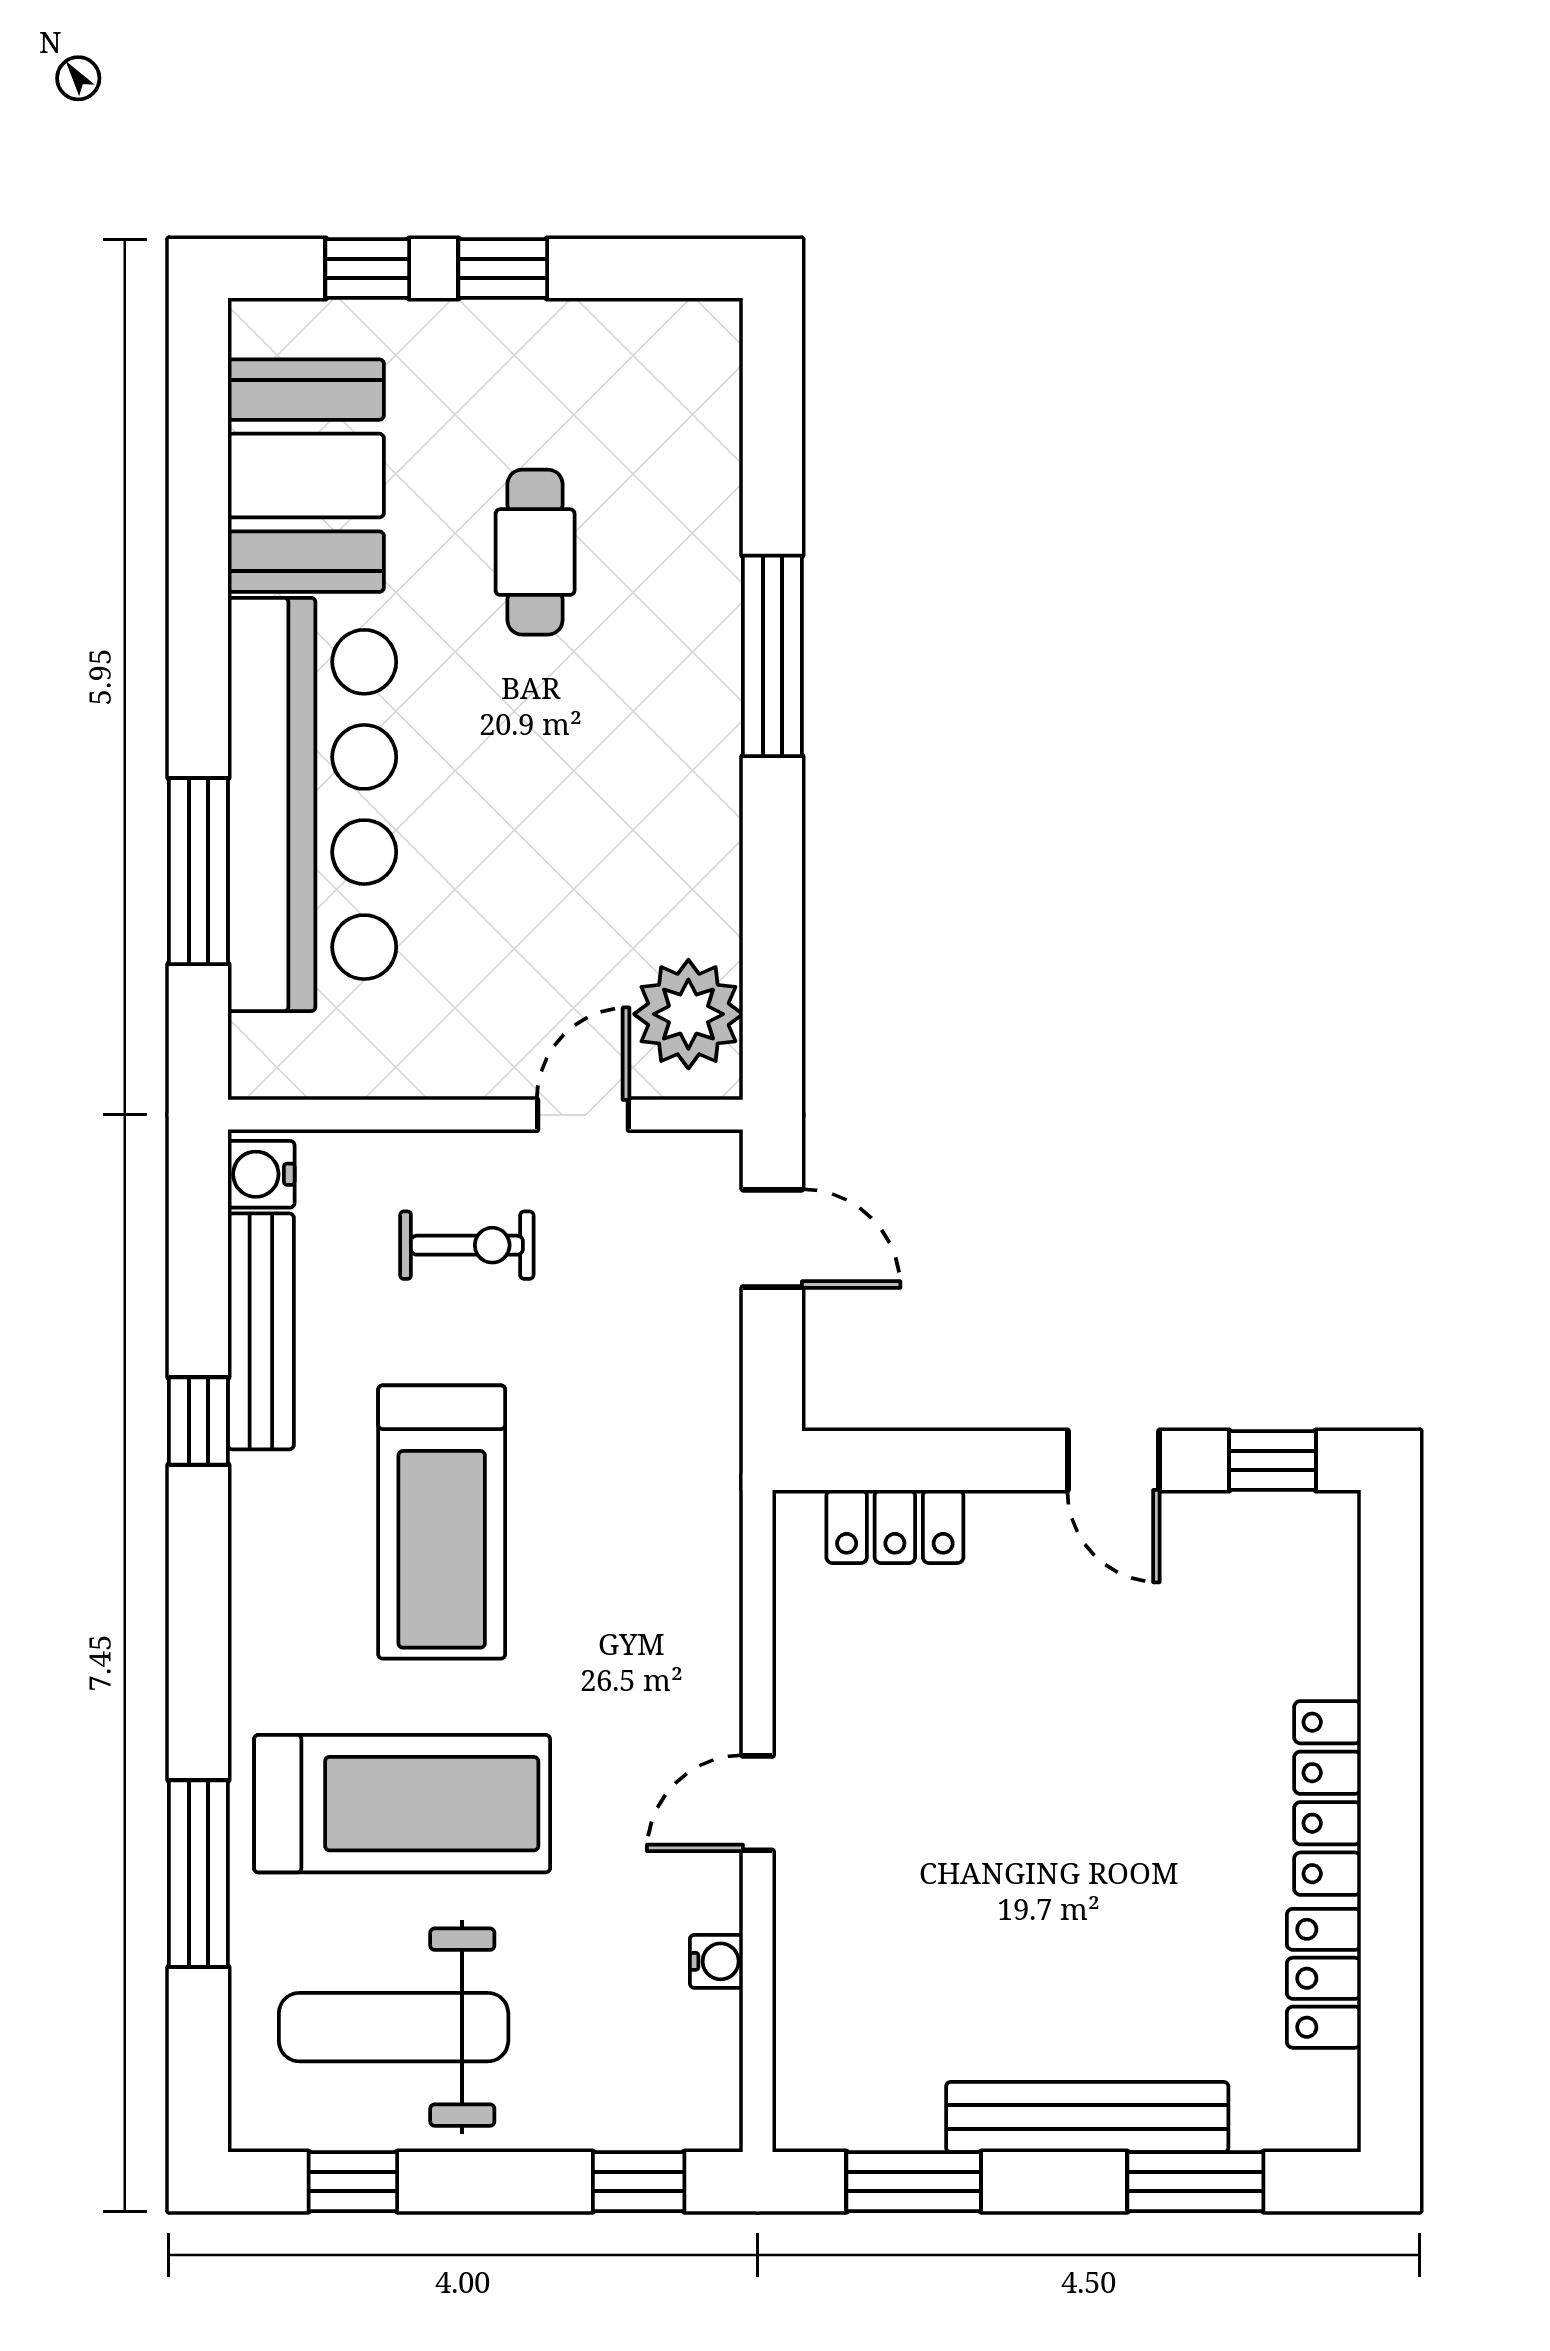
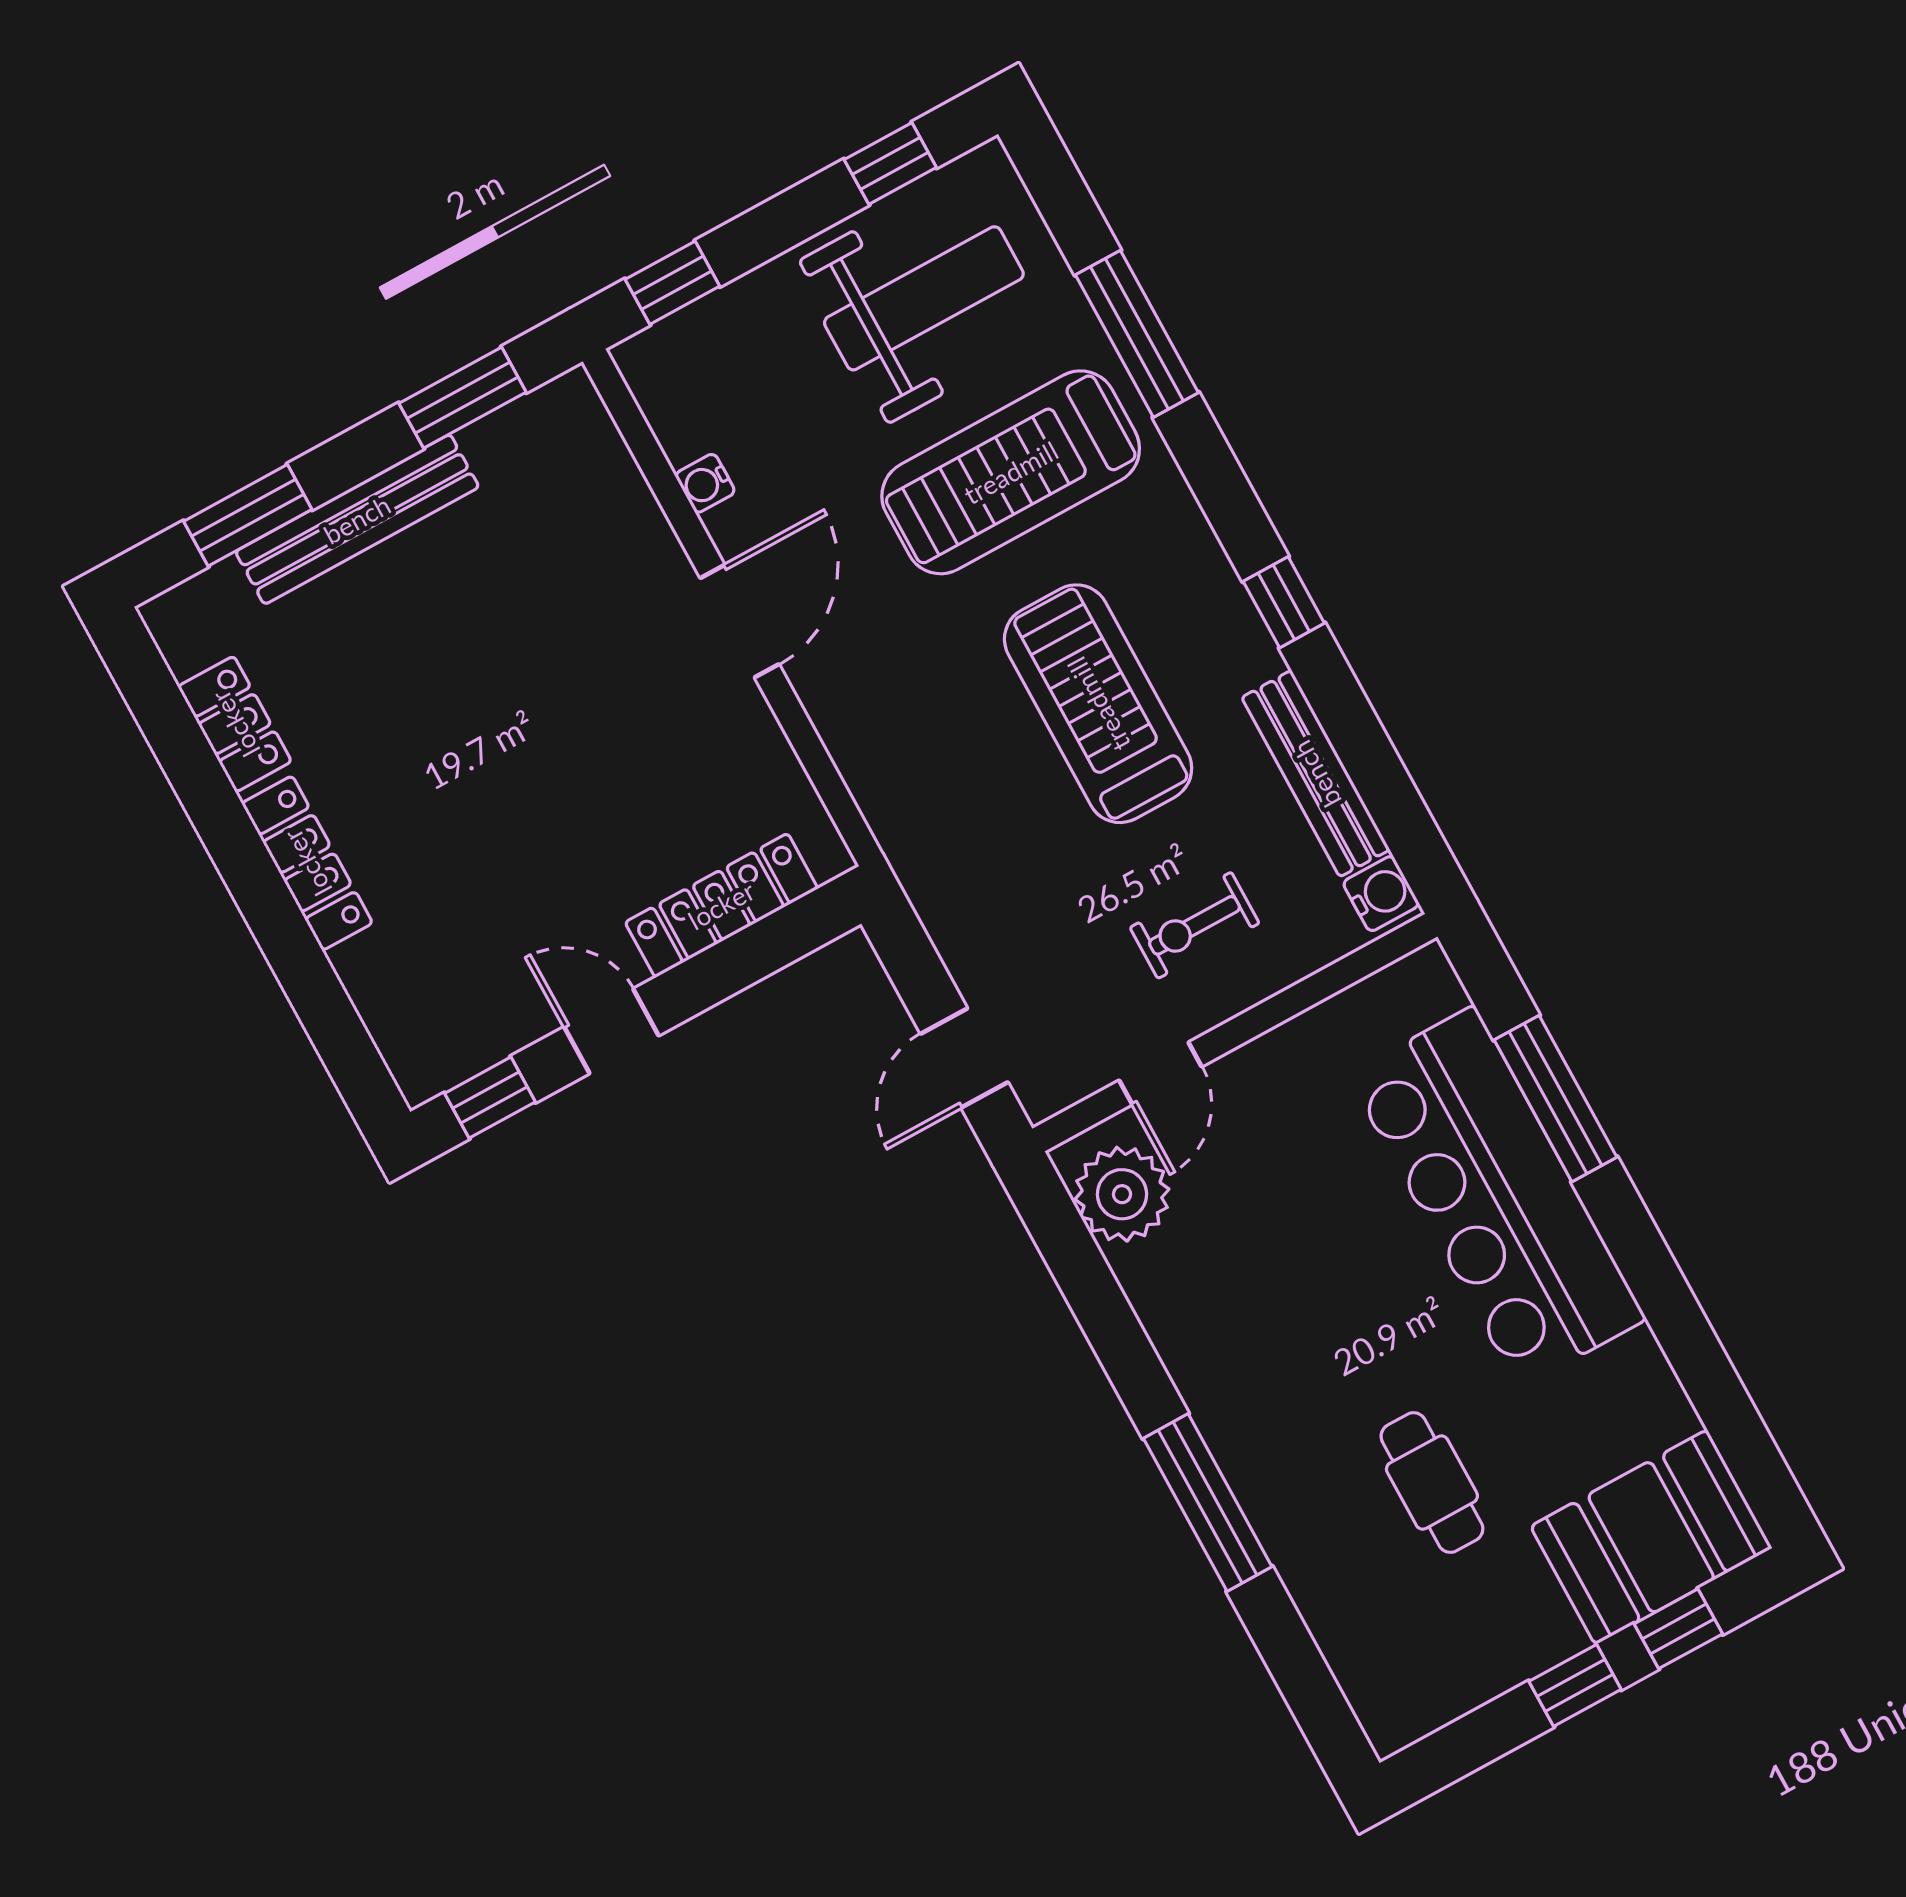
booth: (306, 476) -> (1651, 1537), moved, turned 90
door: (772, 1238) -> (964, 1058), hinge flipped
window: (198, 1421) -> (1284, 602), moved
locker: (895, 1527) -> (721, 905), width x1.53
door: (758, 1803) -> (740, 621), width x1.38

